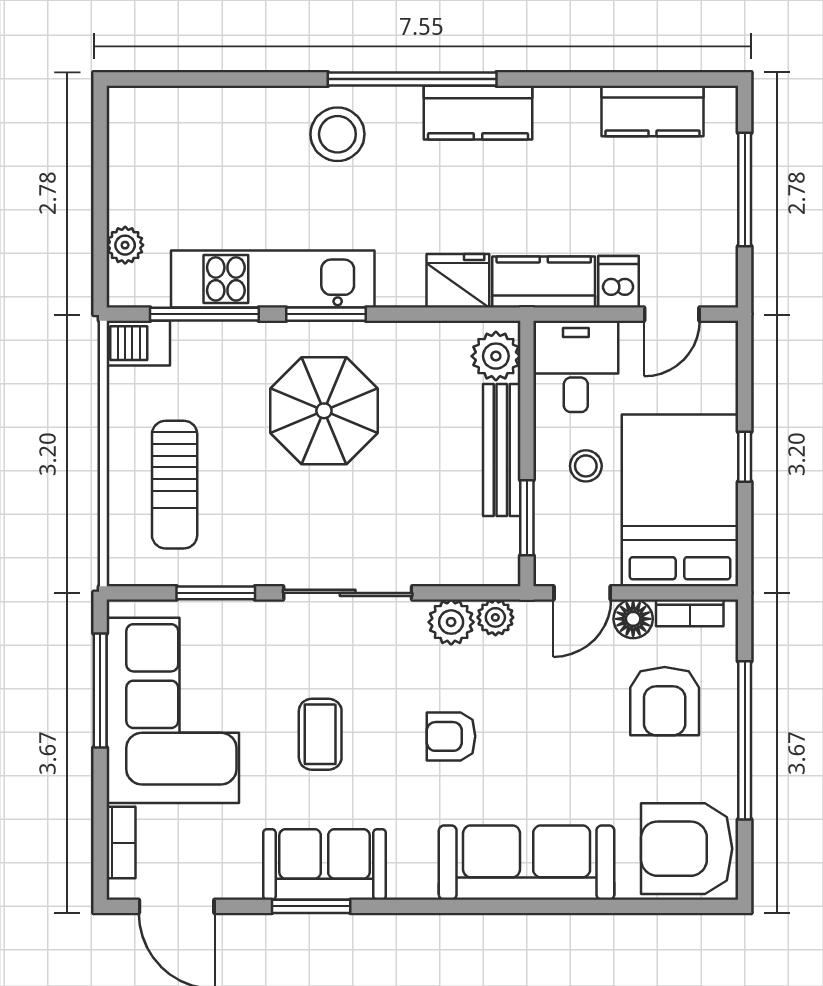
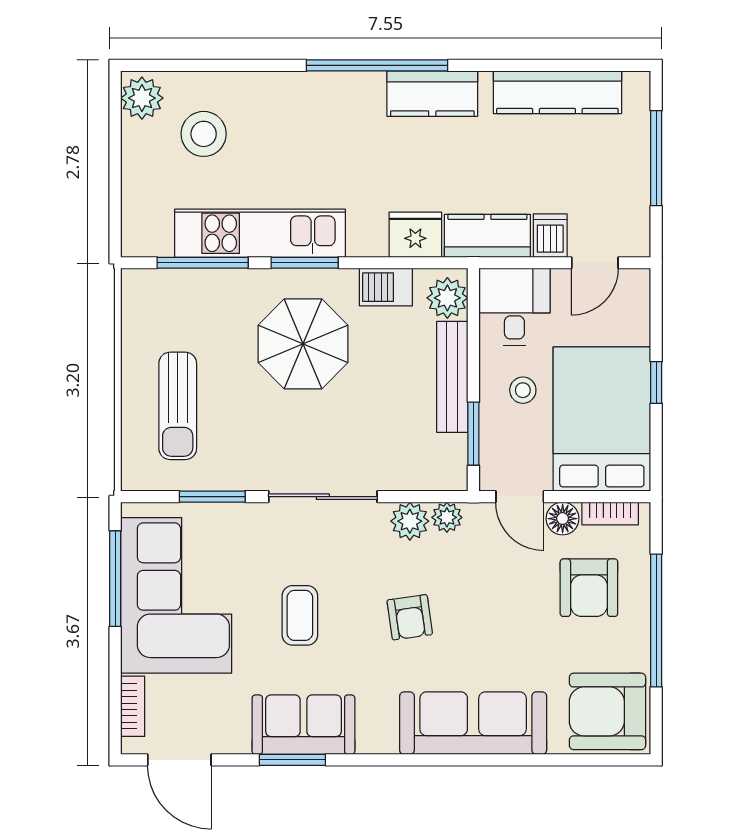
kitchen counter: (653, 111) -> (557, 92), width x1.50
stool: (337, 134) -> (204, 134), moved
plant: (125, 245) -> (142, 98), moved, width x1.38, depth x1.38
barbecue: (138, 343) -> (386, 287), moved
door: (582, 593) -> (520, 497), hinge flipped
armchair: (451, 736) -> (410, 617), turned -98

